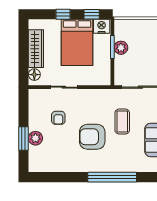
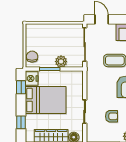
window: (63, 14) -> (21, 122), moved
chair: (127, 27) -> (32, 57), added
plant: (121, 48) -> (61, 62), moved

